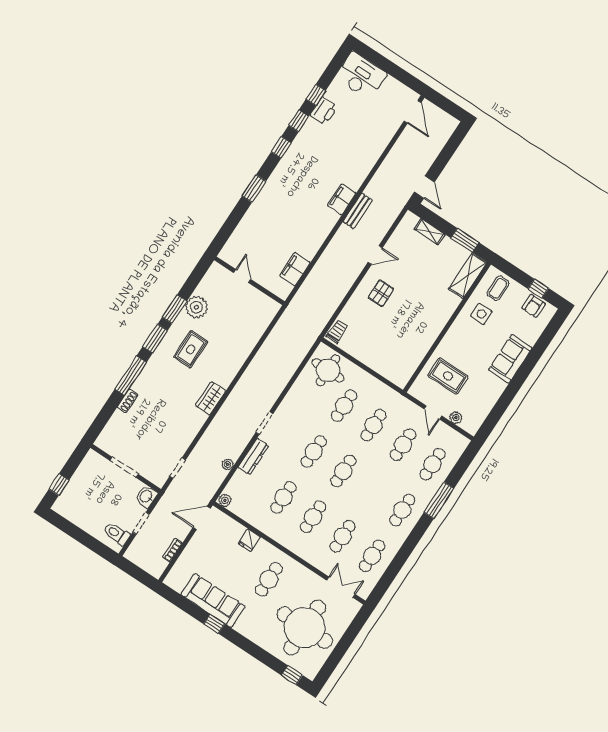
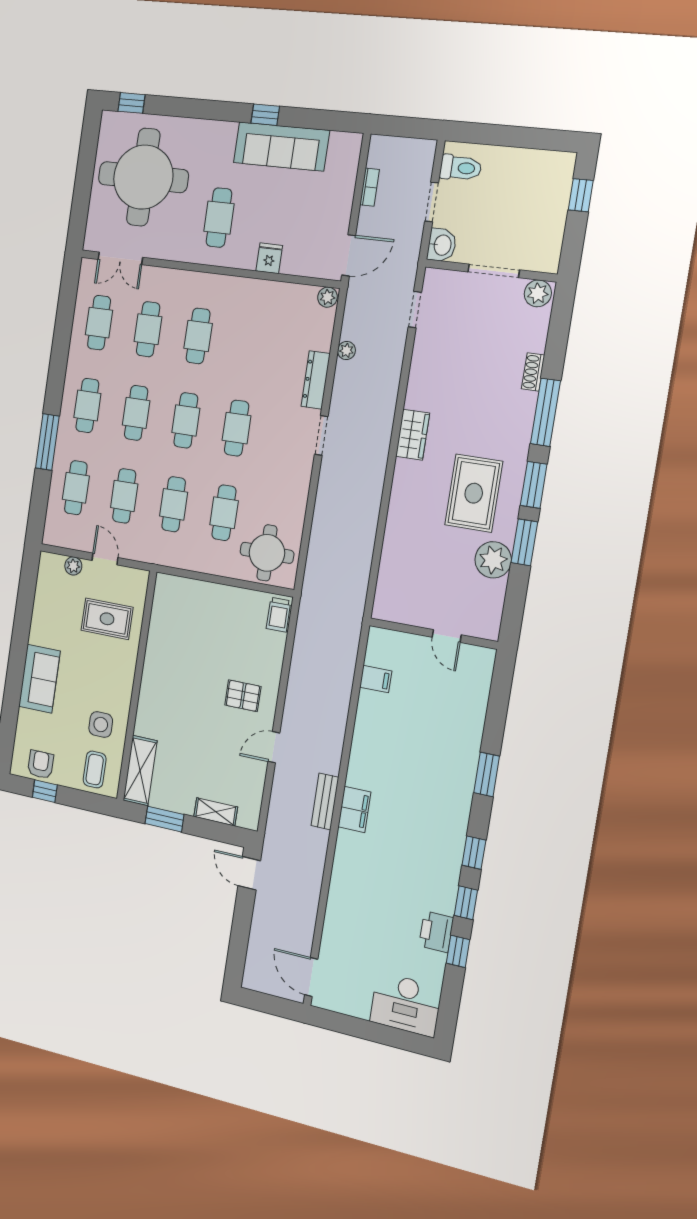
filing cabinet: (295, 269) -> (376, 679), width x0.50
pallet: (381, 293) -> (243, 696), turned 90
rug: (191, 349) -> (474, 493), width x1.36, depth x1.43
plant: (106, 443) -> (538, 293), added
cafe table: (283, 497) -> (136, 413), moved

